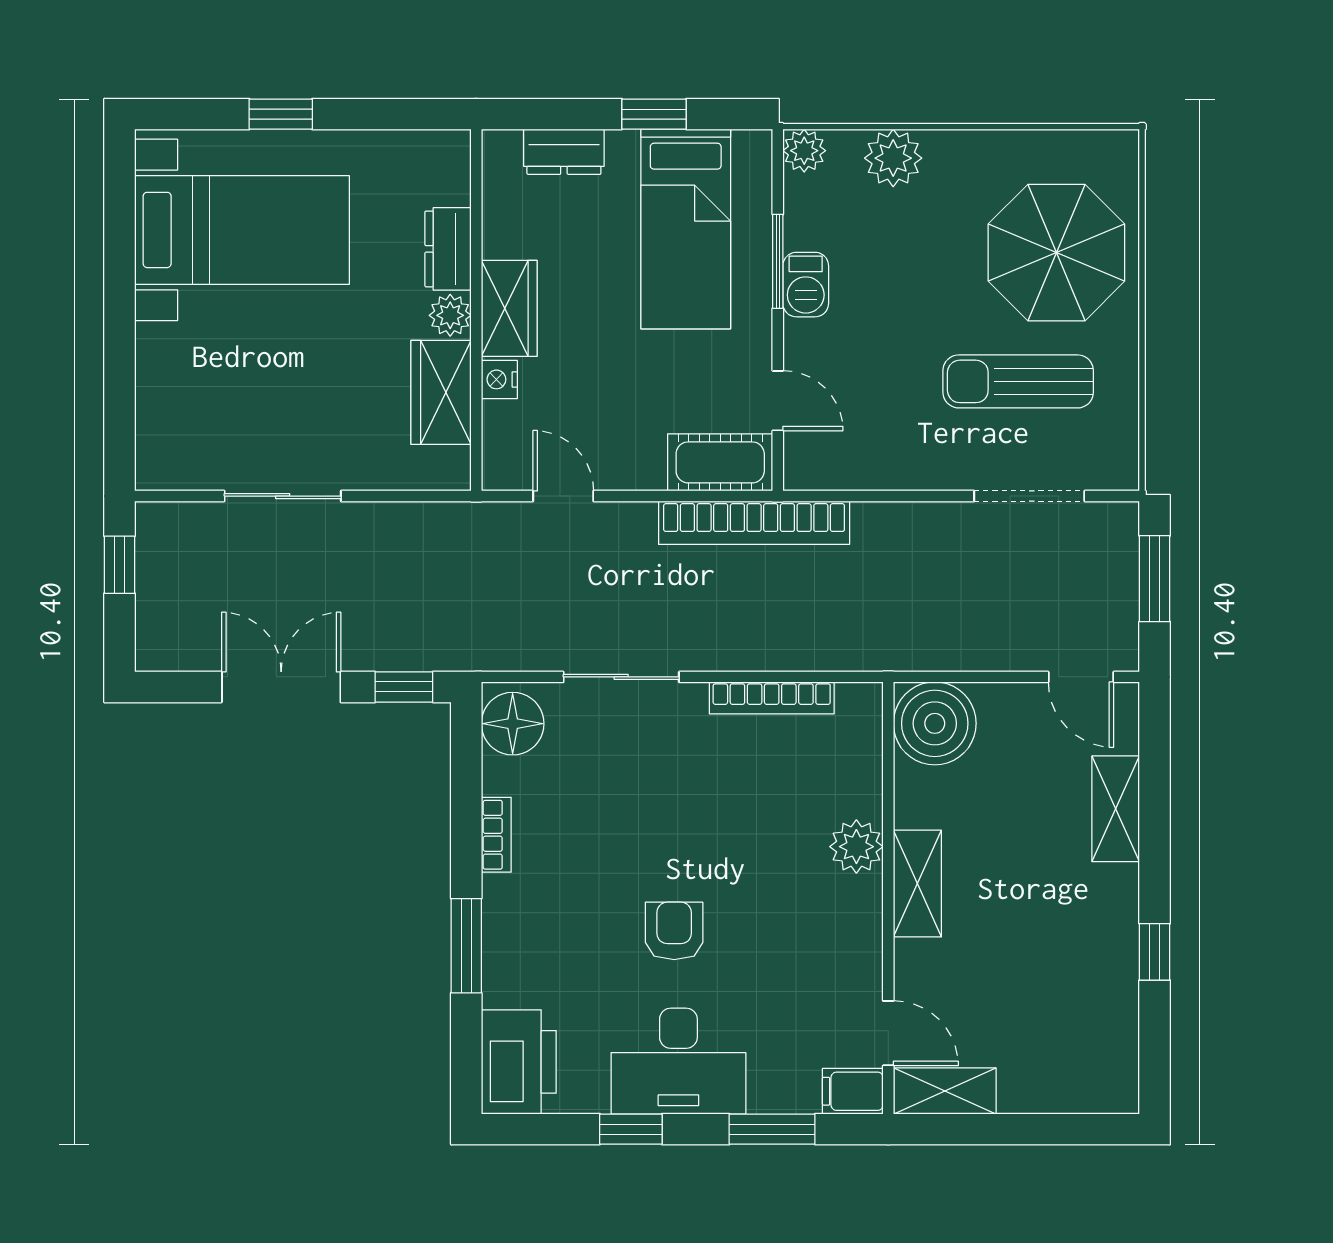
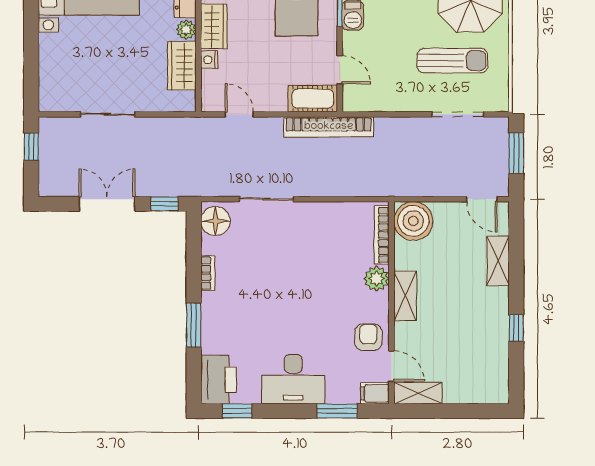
sun lounger: (1018, 381) -> (452, 61), turned 180
bookcase: (772, 698) -> (382, 235), moved, turned 90
armchair: (674, 931) -> (368, 337), moved
window: (631, 1129) -> (237, 411), moved

